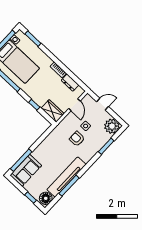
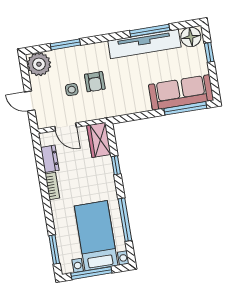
door: (74, 105) -> (66, 127), swing flipped
sofa: (26, 170) -> (181, 92), width x1.36

